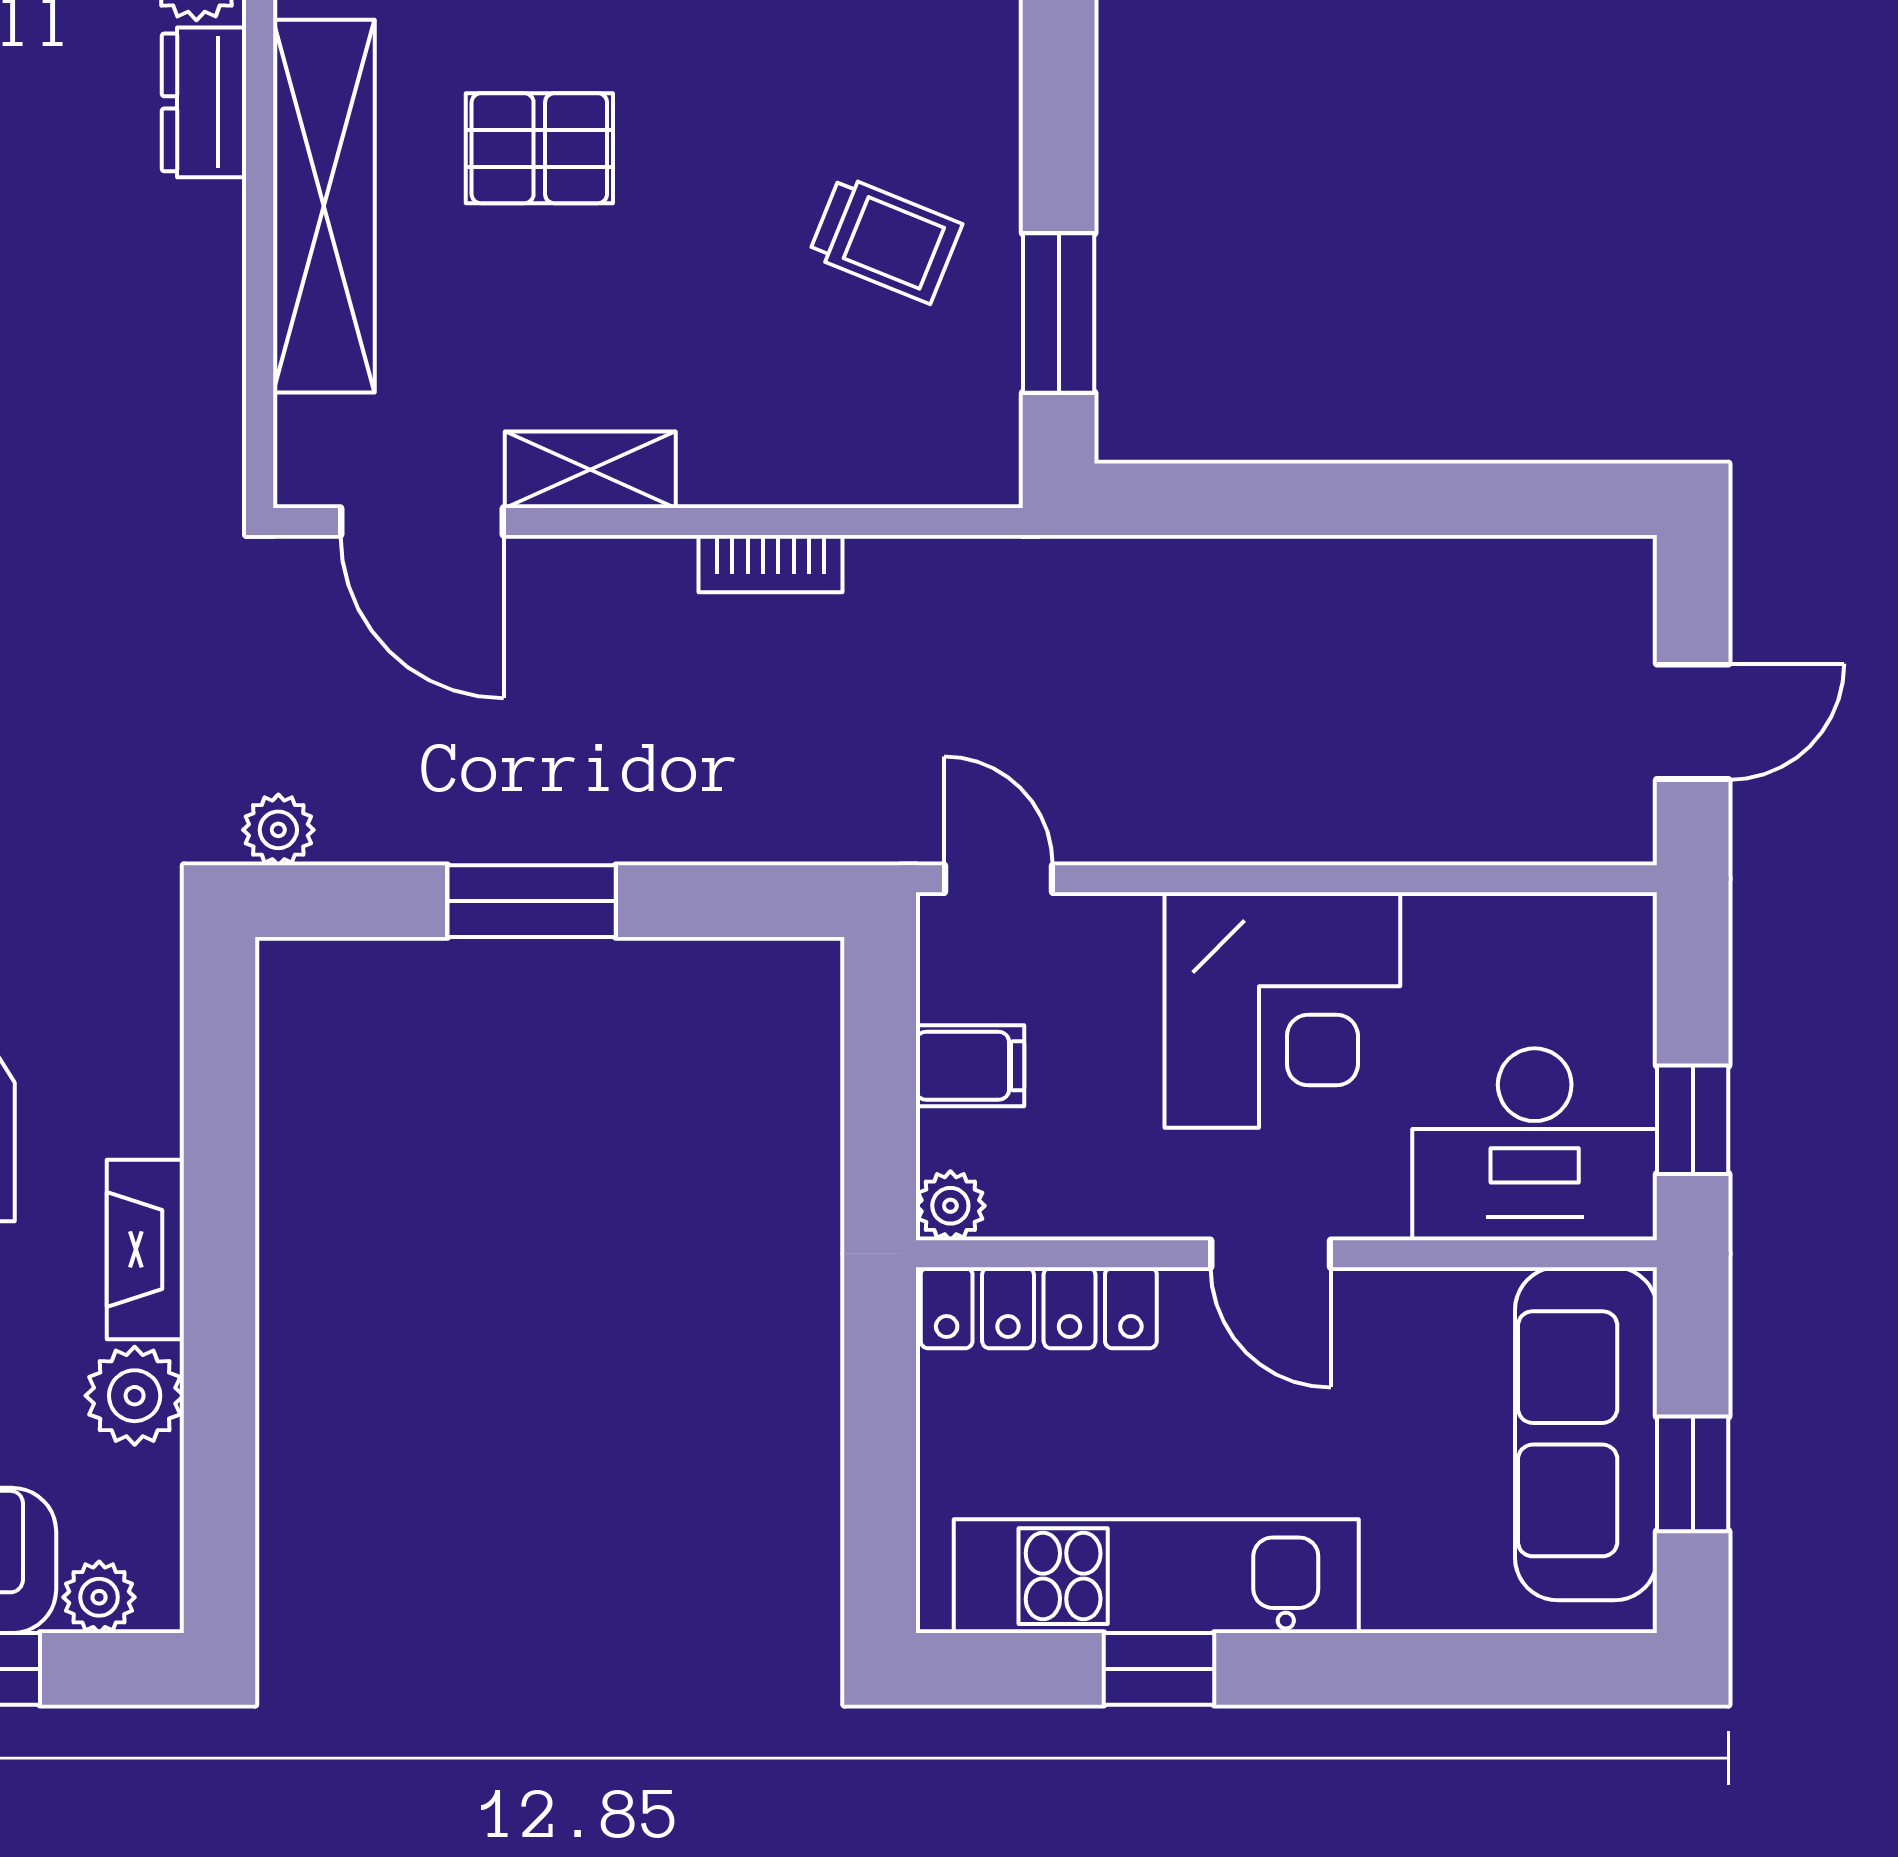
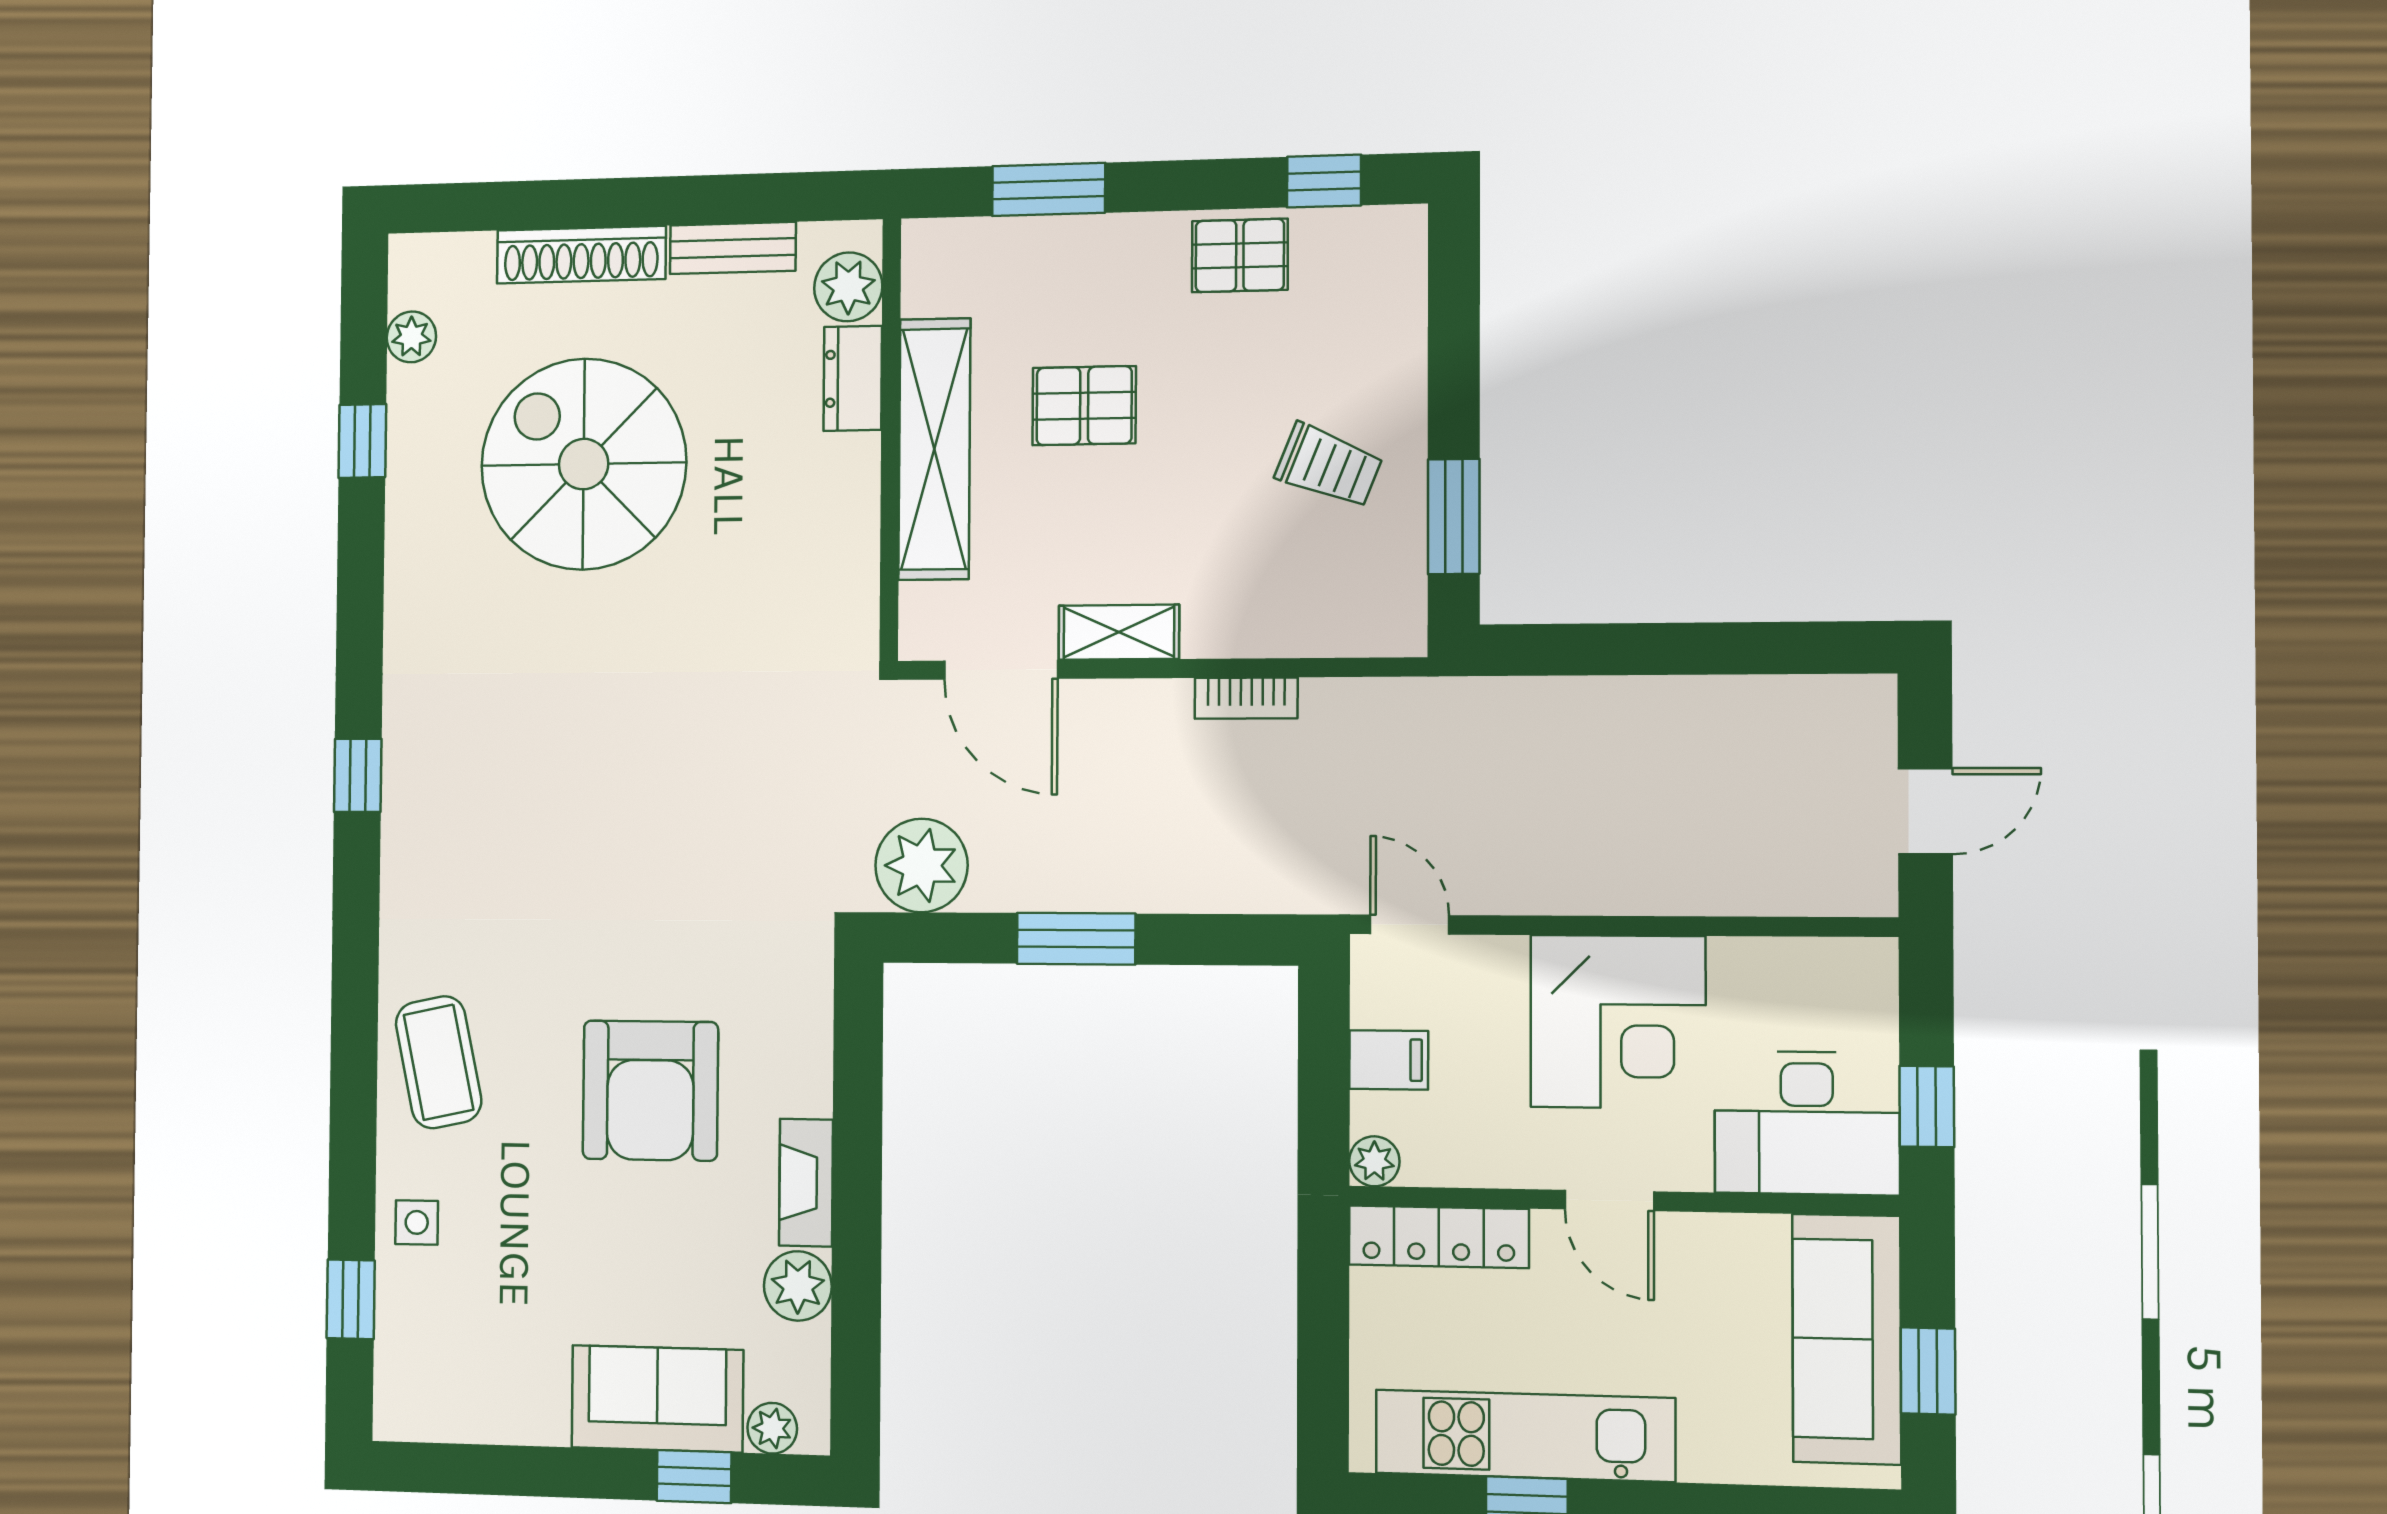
plant: (278, 830) -> (921, 865), width x1.88, depth x1.88

